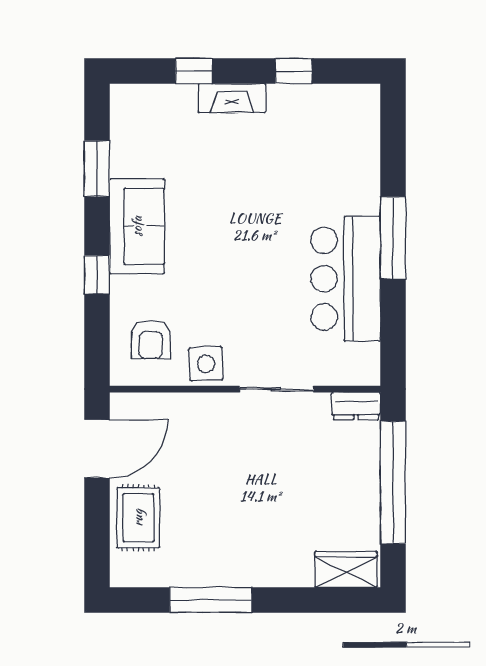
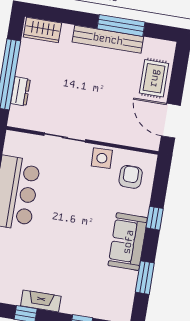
fireplace: (232, 98) -> (41, 301), moved
dresser: (356, 406) -> (20, 91), moved, turned 90
door: (97, 449) -> (171, 121), hinge flipped
bench: (230, 572) -> (108, 39), added

